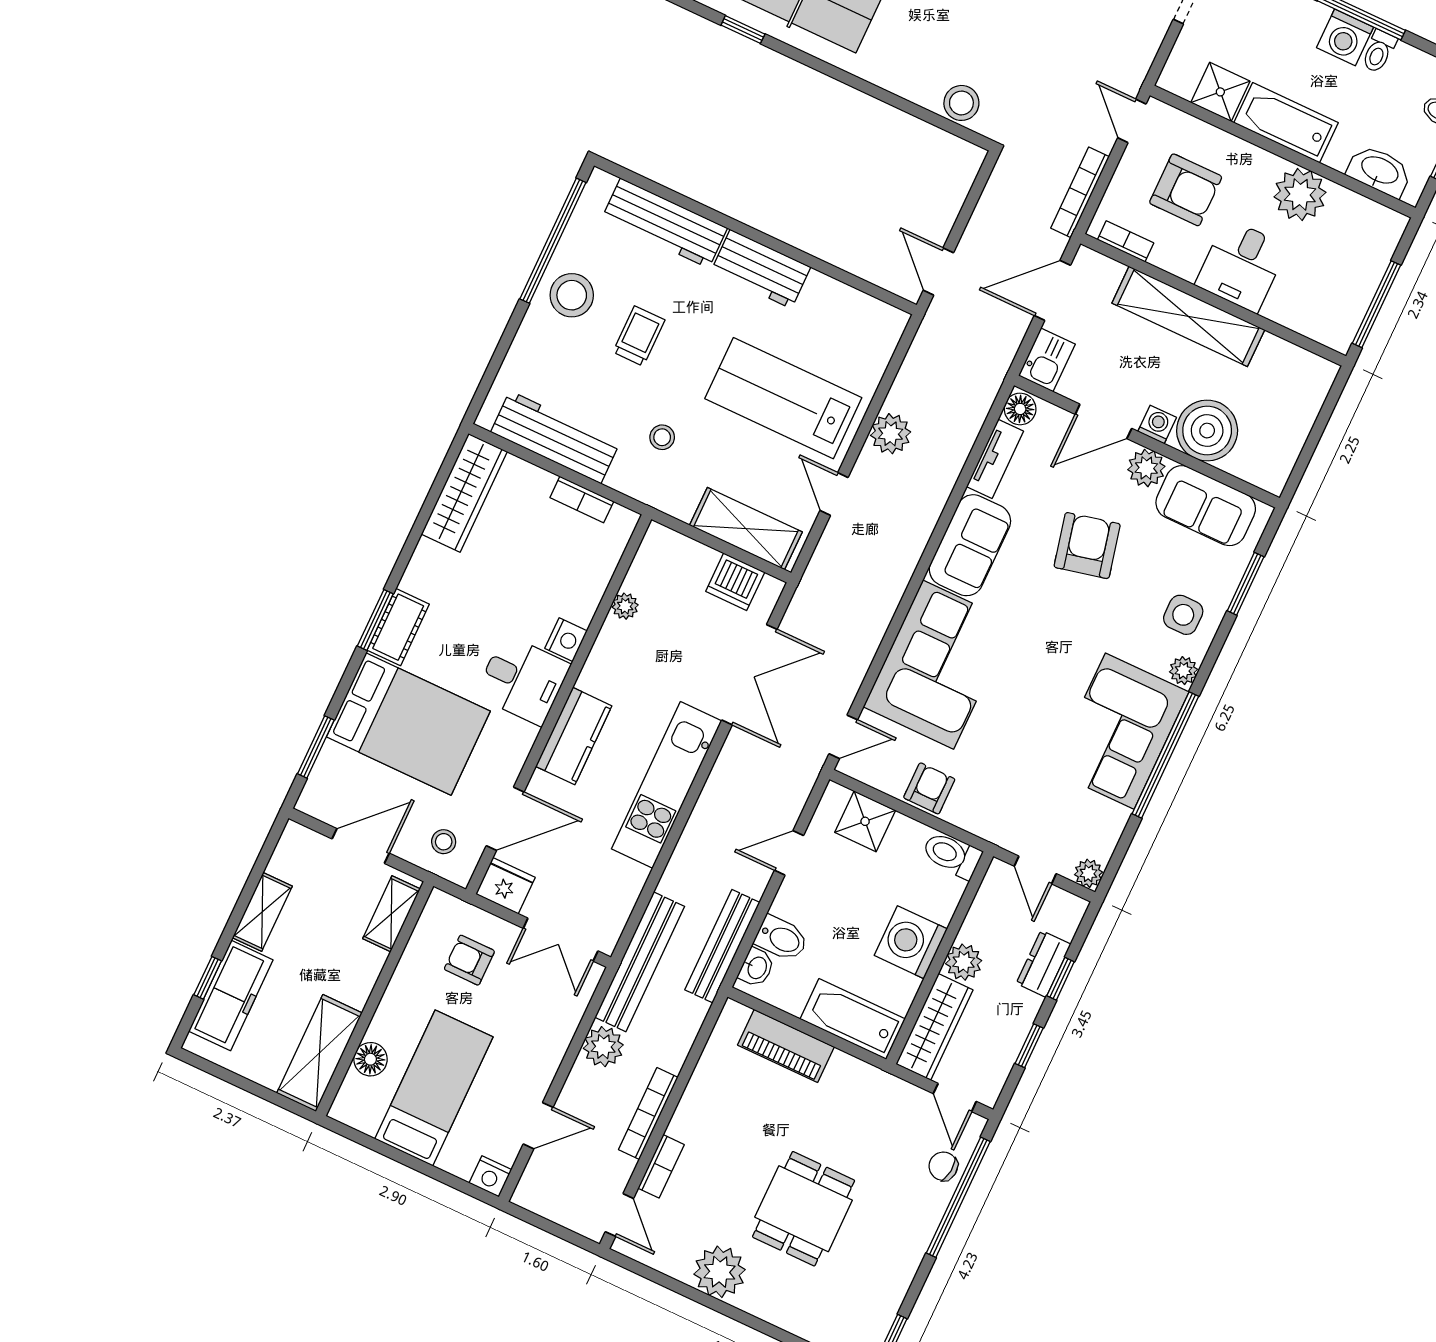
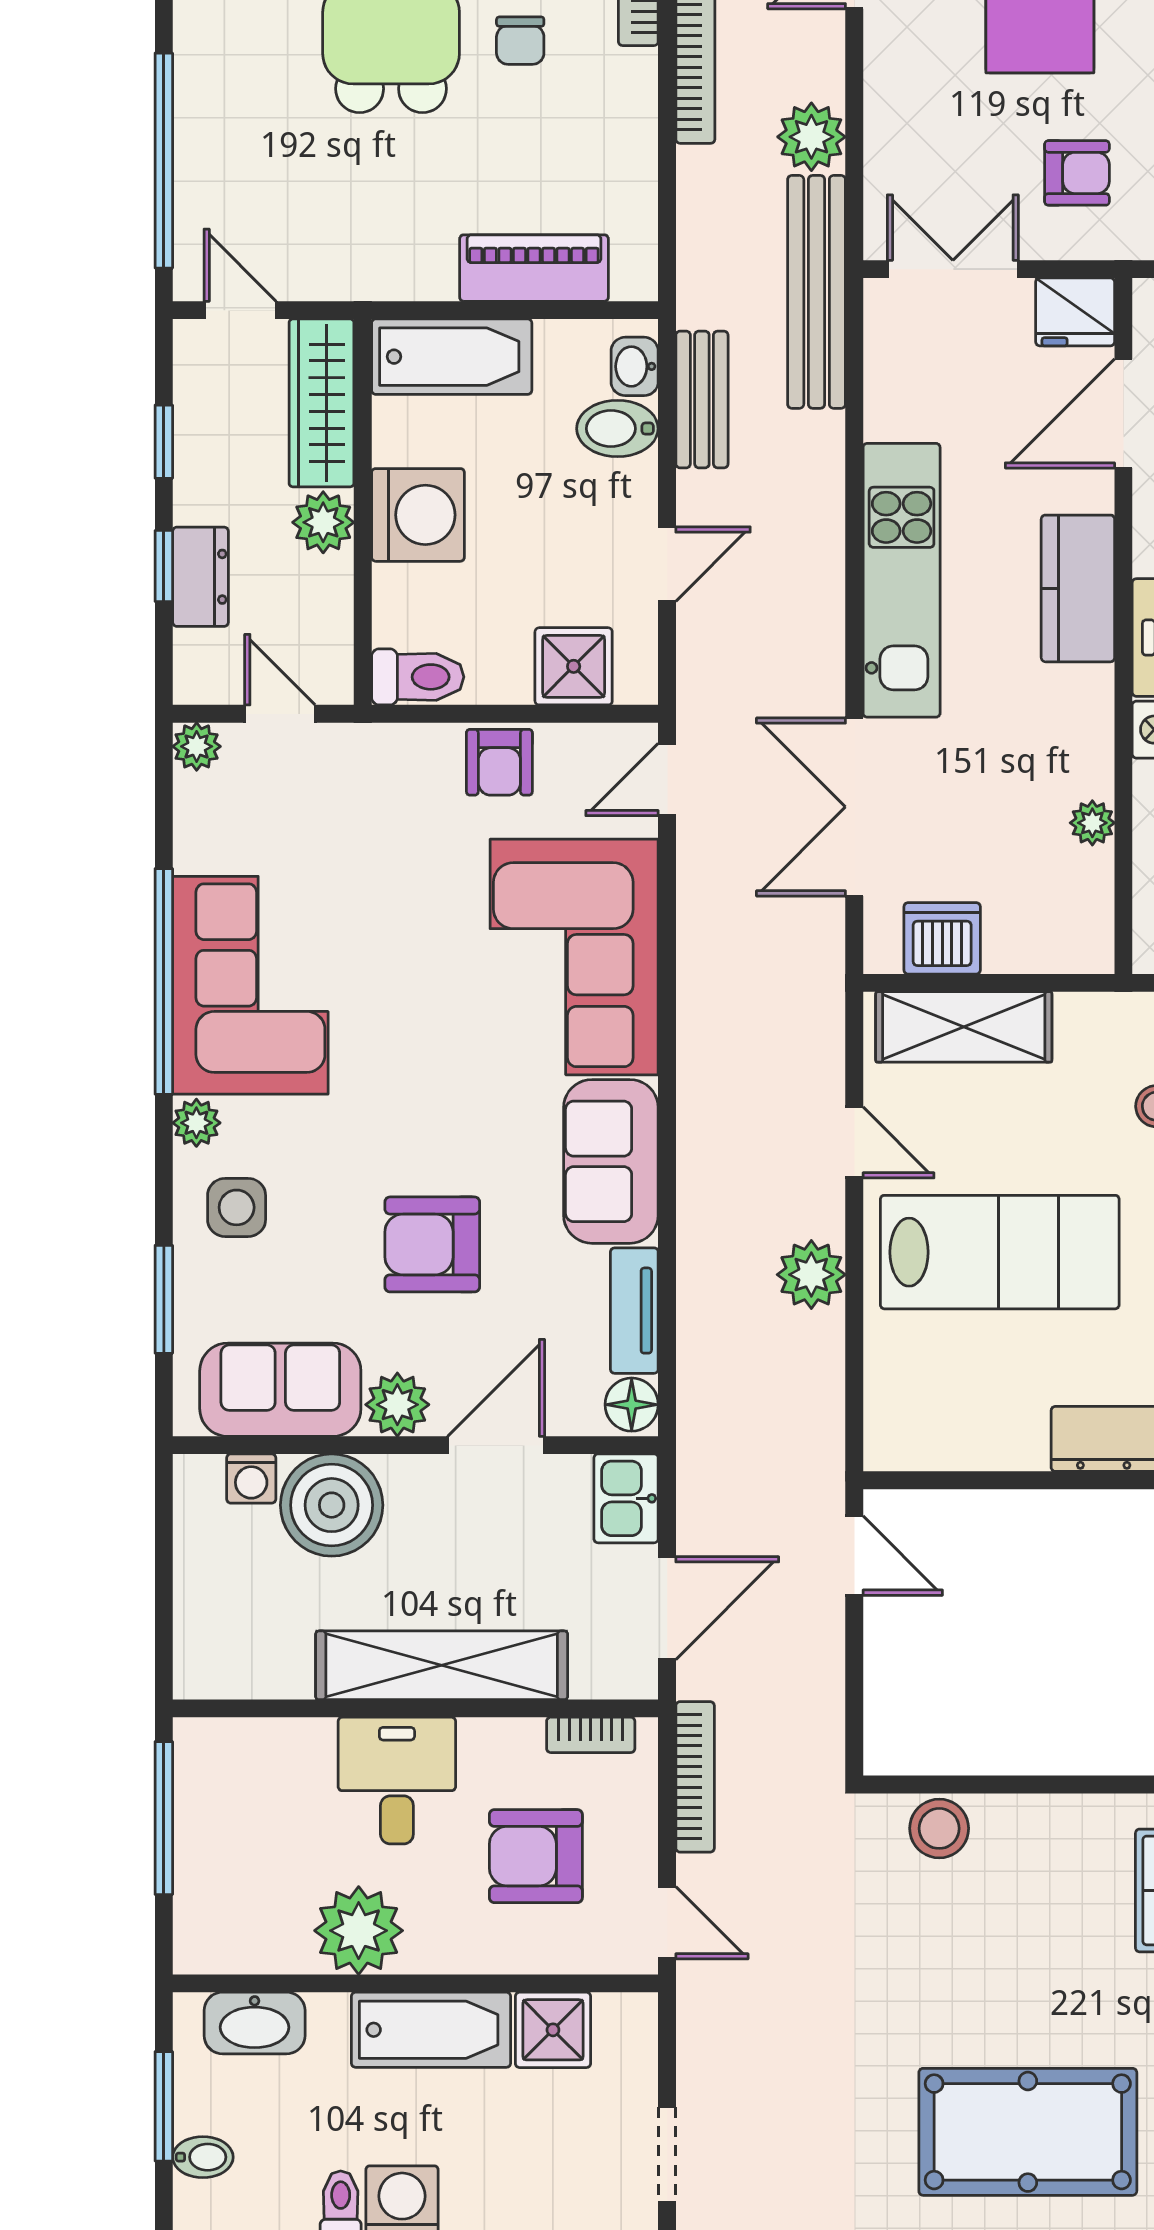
washing machine: (1157, 425) -> (251, 1479), moved
armchair: (1087, 546) -> (432, 1244), turned 103
bench: (722, 946) -> (702, 399), width x0.73
chair: (943, 1166) -> (520, 41), moved, turned 84

